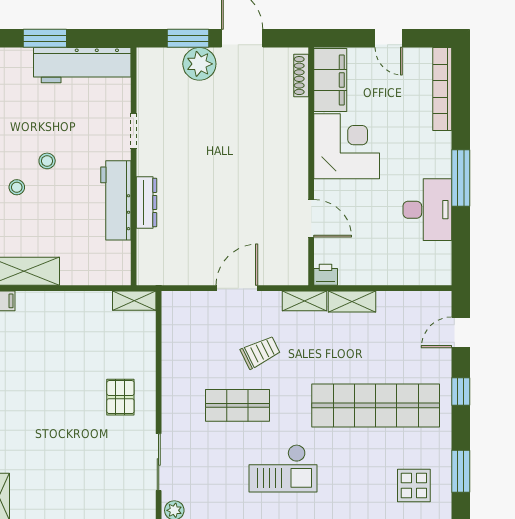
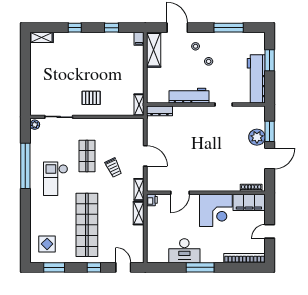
dresser: (146, 202) -> (159, 111), moved

